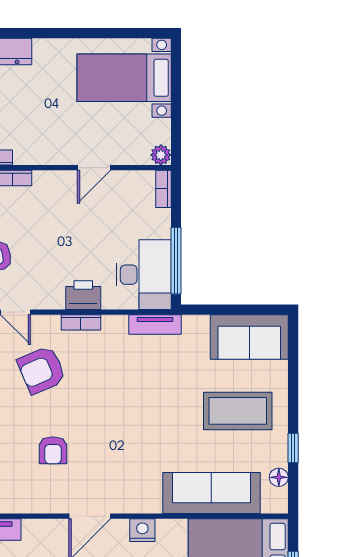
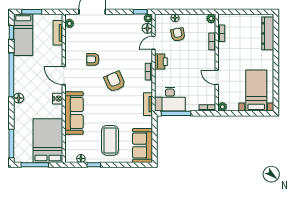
printer: (83, 295) -> (161, 62), moved
armchair: (42, 370) -> (115, 82), moved
sofa: (211, 493) -> (74, 113), moved

